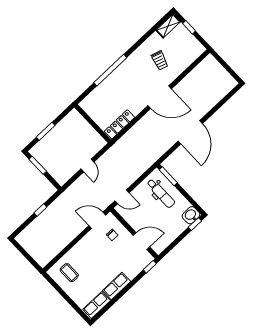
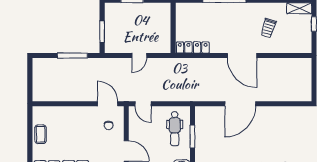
window: (38, 165) -> (102, 32), moved
window: (168, 176) -> (192, 137), moved
window: (40, 210) -> (72, 56), width x2.17
coffee table: (69, 273) -> (41, 134), moved

